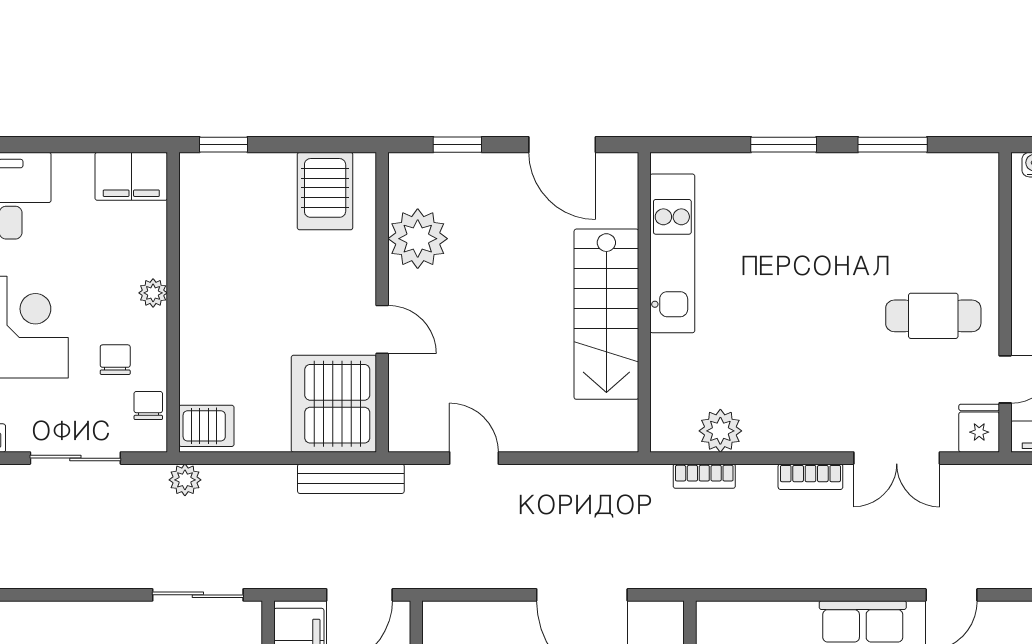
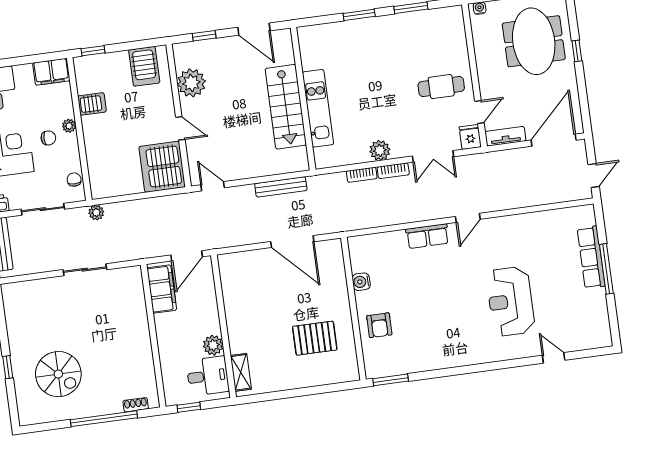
kitchen unit: (672, 253) -> (318, 108), moved
chair: (115, 360) -> (48, 138), moved, turned 90
server rack: (206, 426) -> (92, 104), moved
plant: (720, 431) -> (380, 150), moved
door: (474, 458) -> (213, 186), moved
bookcase: (704, 476) -> (362, 175), moved
bench: (351, 479) -> (281, 187), moved
sliding door: (198, 595) -> (85, 270), moved

